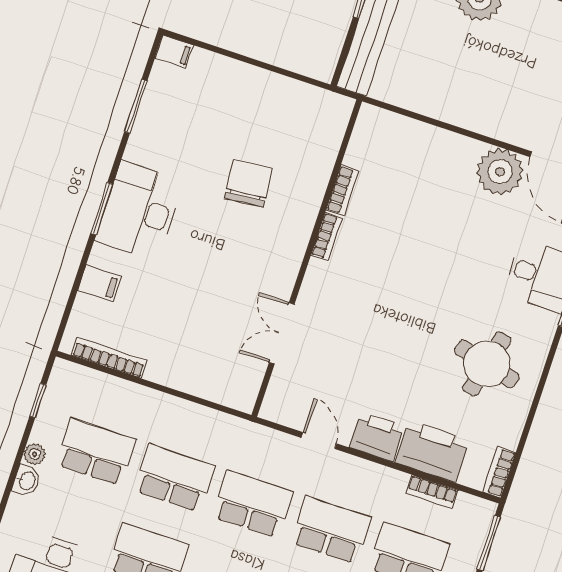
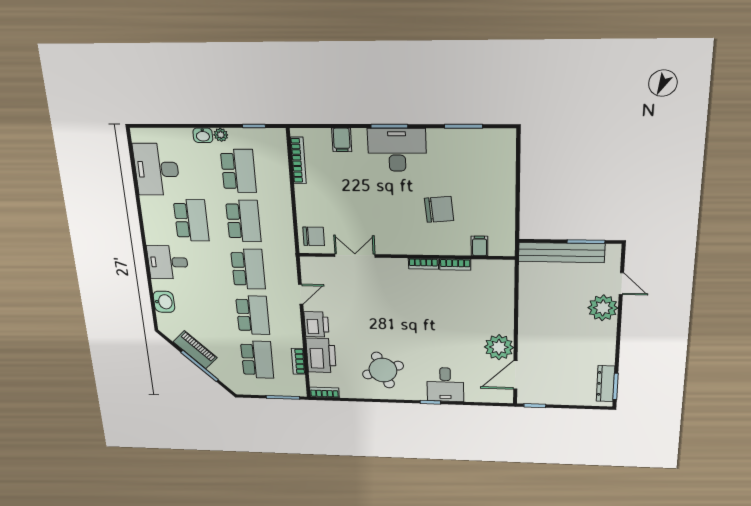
filing cabinet: (174, 52) -> (479, 246), moved, turned 180
round table: (487, 364) -> (383, 370), turned -34
chair: (232, 383) -> (314, 236), added

